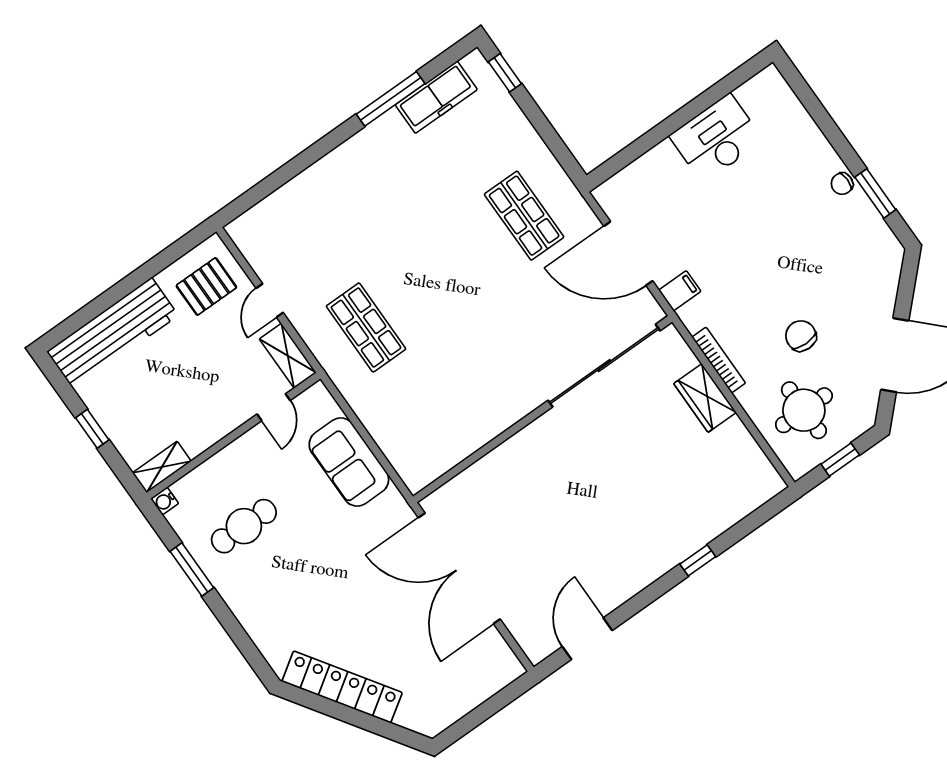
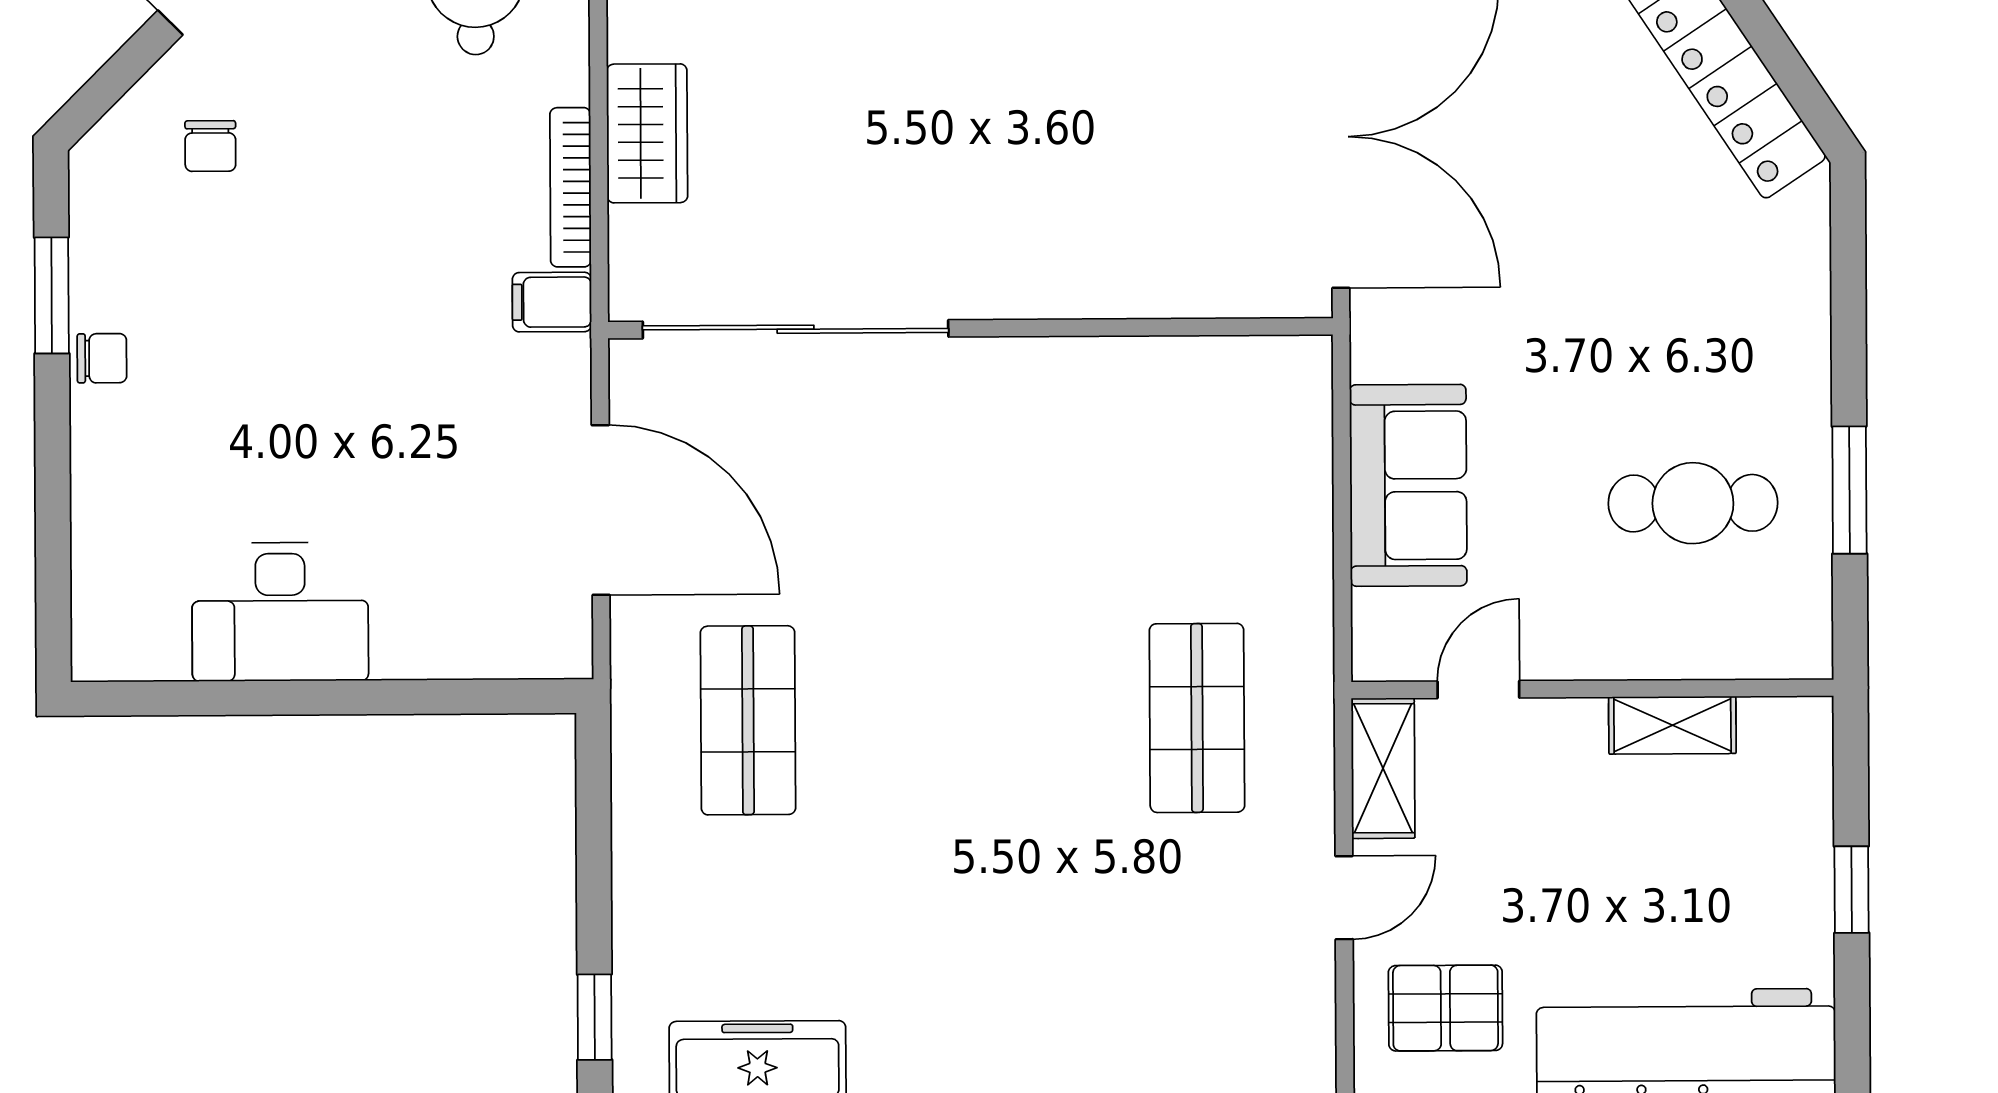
filing cabinet: (680, 291) -> (552, 302), moved
chair: (801, 336) -> (210, 146), moved, width x0.73, depth x0.73
shelving: (162, 467) -> (1672, 725), moved
water cooler: (165, 501) -> (1810, 656), removed

